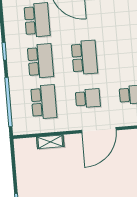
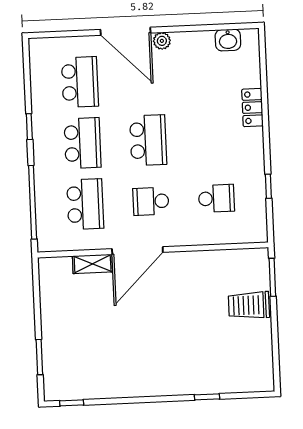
school desk: (88, 98) -> (151, 201), turned 180
door: (99, 130) -> (137, 251), moved

